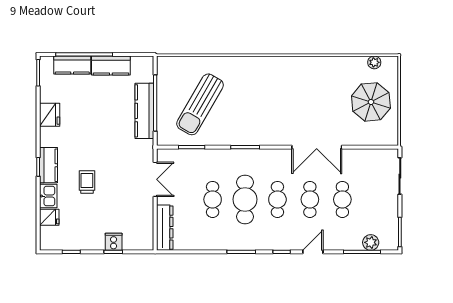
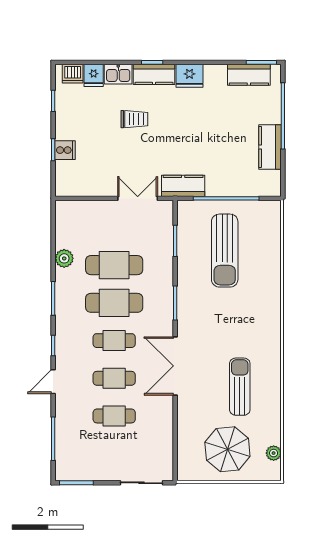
kitchen counter: (72, 65) -> (249, 75), moved, turned -90
sun lounger: (317, 91) -> (240, 387), added
sun lounger: (200, 104) -> (225, 251), turned -120
kitchen counter: (144, 111) -> (183, 186), moved, width x0.67
fridge: (50, 115) -> (189, 76), moved
double door: (317, 147) -> (175, 366), moved
double door: (155, 179) -> (138, 198), swing flipped
cafe table: (213, 199) -> (114, 265), width x1.37, depth x1.35
dresser: (165, 228) -> (81, 210), removed
dishwasher: (48, 235) -> (73, 74), added
plant: (371, 242) -> (64, 258), moved
door: (313, 252) -> (53, 382), swing flipped

